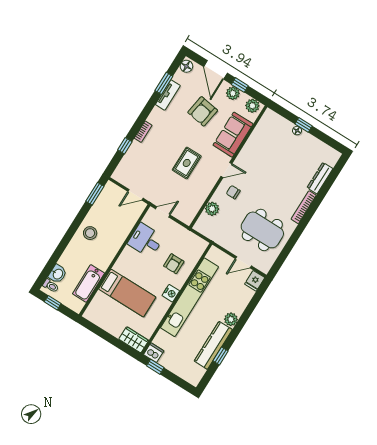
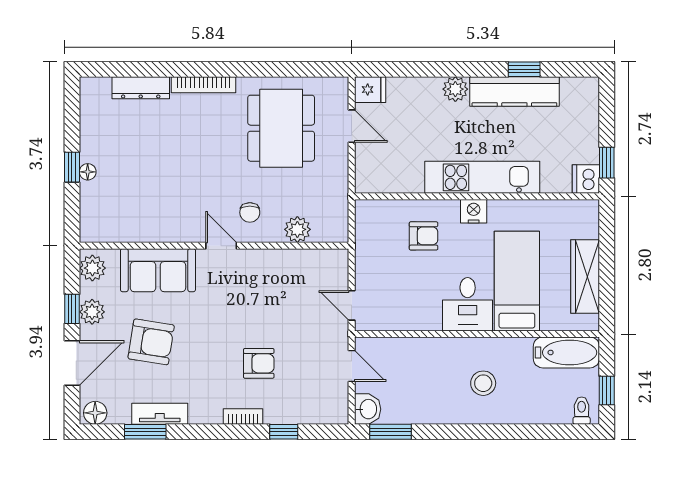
armchair: (163, 154) -> (259, 363), added
rug: (187, 163) -> (250, 316), removed
stool: (90, 233) -> (483, 383), moved
desk: (146, 240) -> (468, 304), moved
washbasin: (58, 274) -> (368, 409), moved, turned 90
bathtub: (89, 283) -> (566, 352), moved
kitchen unit: (189, 297) -> (482, 177), width x0.73
wardrobe: (134, 340) -> (585, 276), moved, width x1.50

